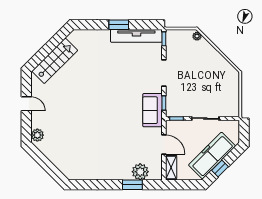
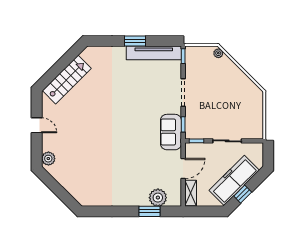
door: (164, 145) -> (183, 169), hinge flipped

